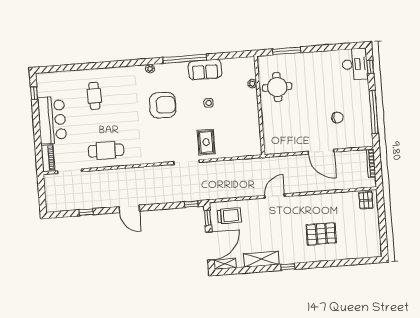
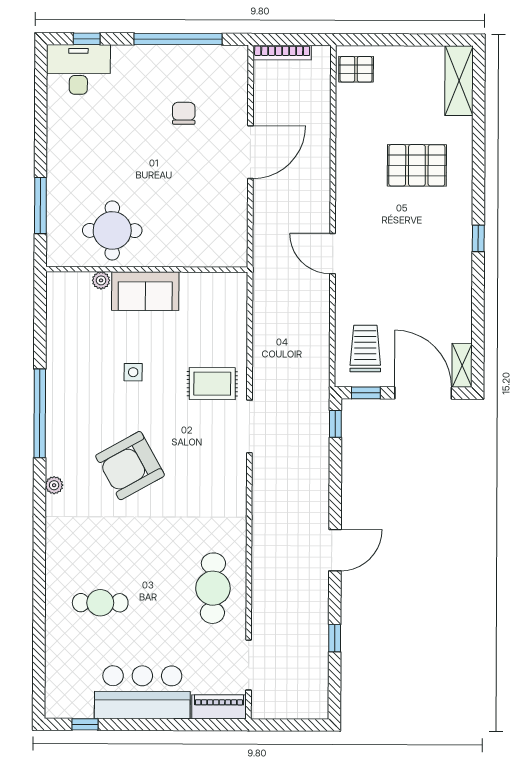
sofa: (205, 70) -> (145, 291), moved, turned 90
armchair: (163, 105) -> (130, 466), turned -119
pallet: (321, 234) -> (417, 165), turned 90
shelving: (261, 259) -> (459, 81), moved

